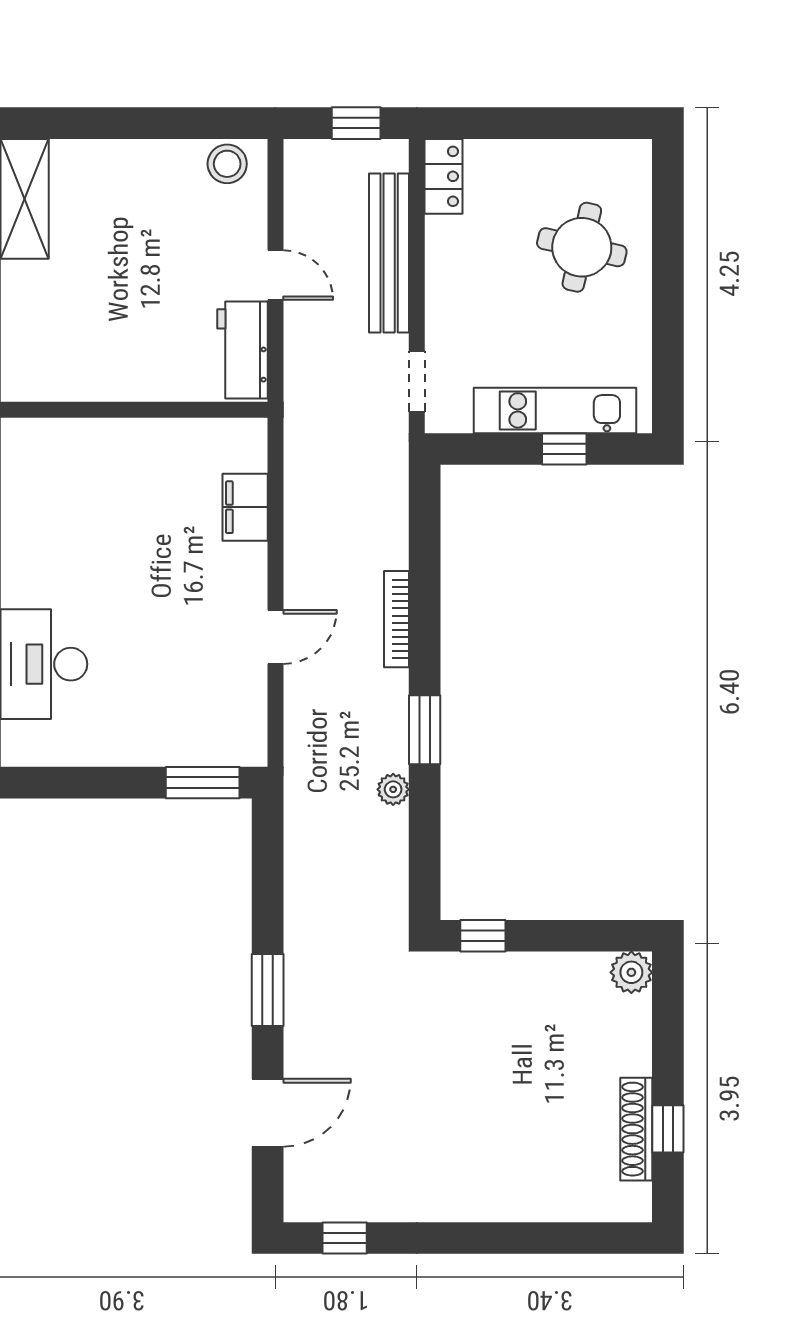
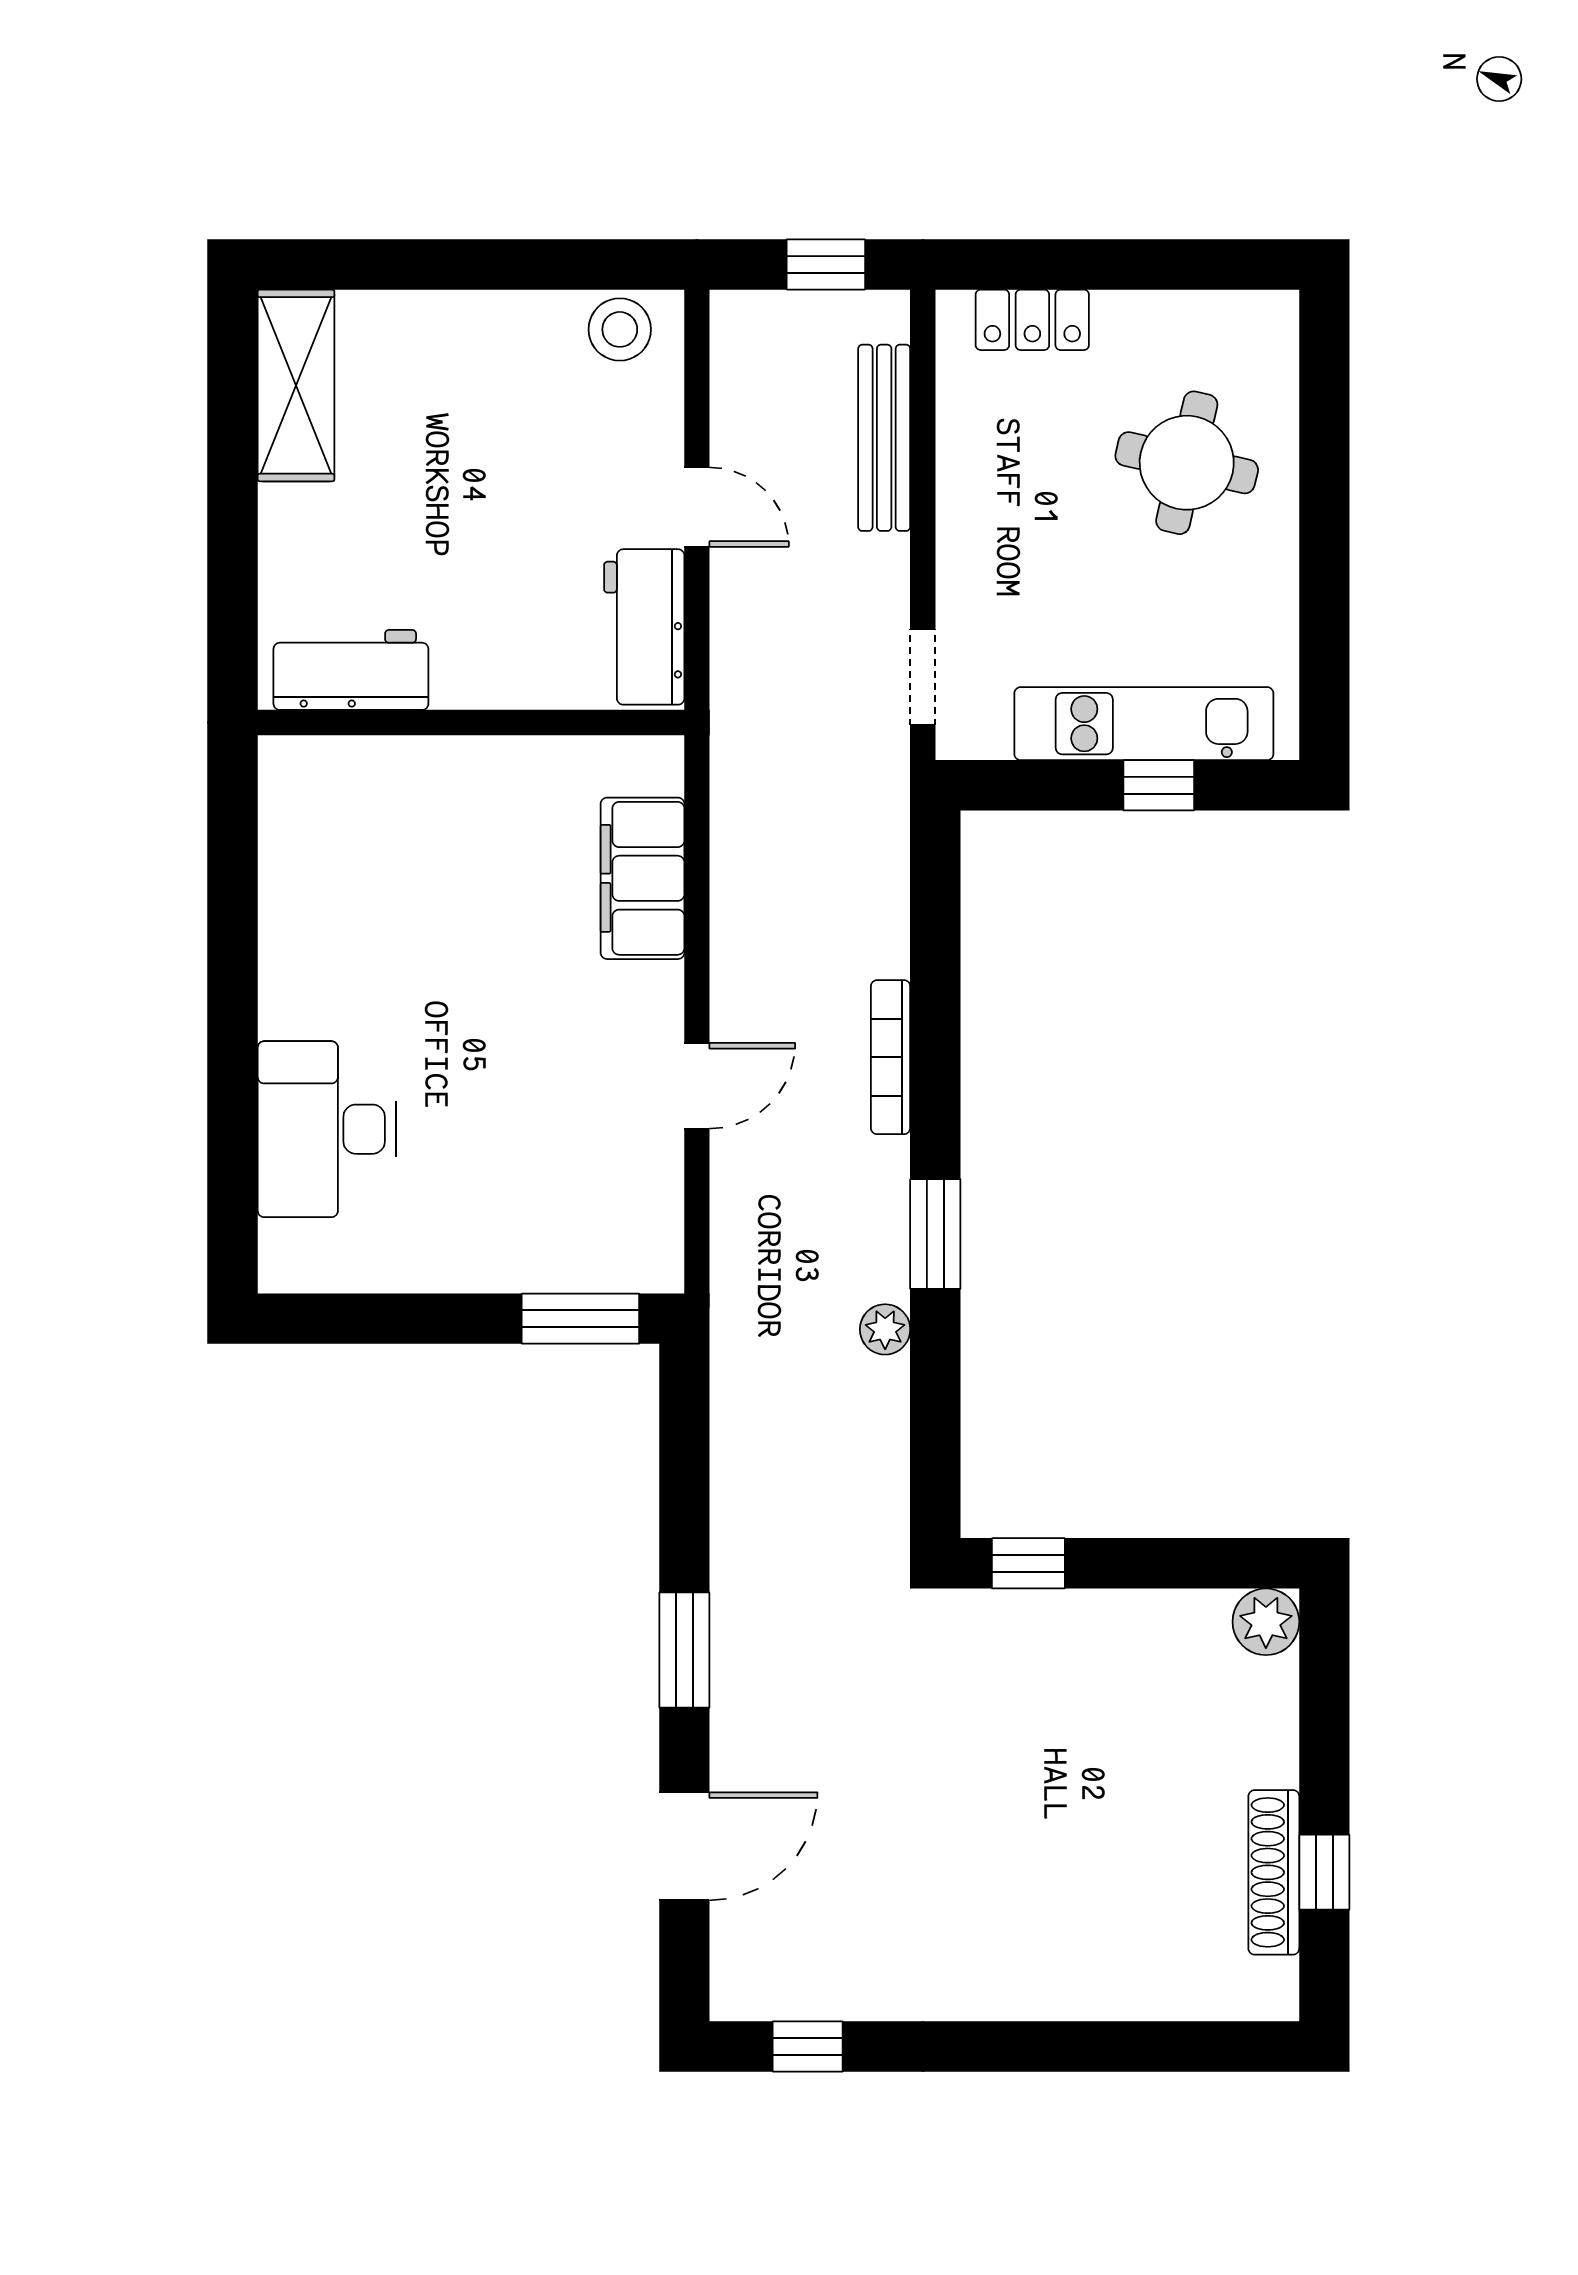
locker: (443, 176) -> (1032, 320), moved, turned 90
bench: (389, 253) -> (884, 438), width x0.73, depth x0.82
workbench: (59, 377) -> (351, 670), added
filing cabinet: (245, 507) -> (642, 878), width x1.50, depth x1.17

